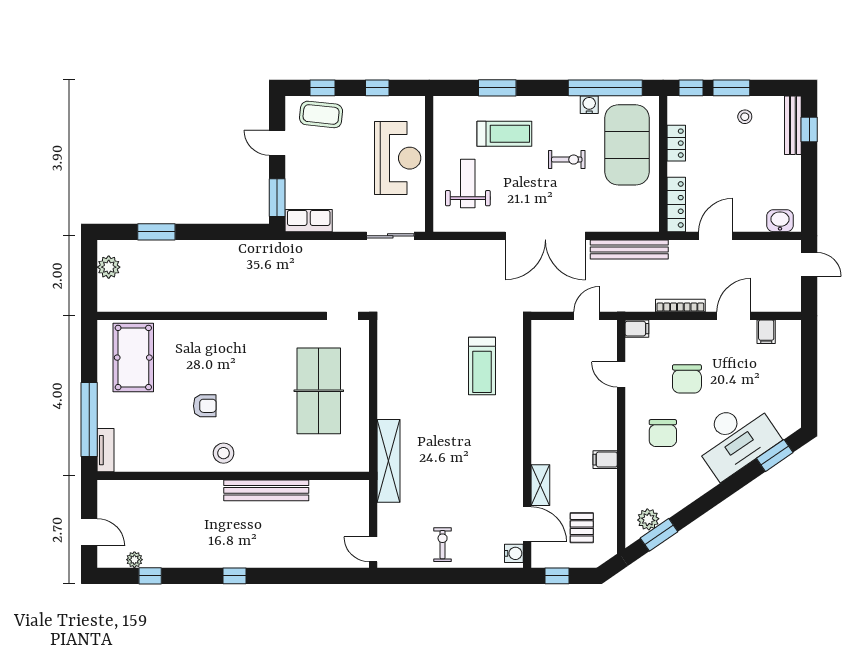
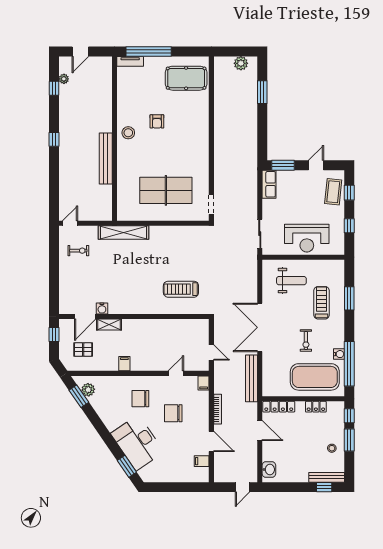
treadmill: (504, 134) -> (322, 303), turned 180
exercise bike: (443, 545) -> (78, 251), moved
water cooler: (514, 553) -> (102, 308), moved

